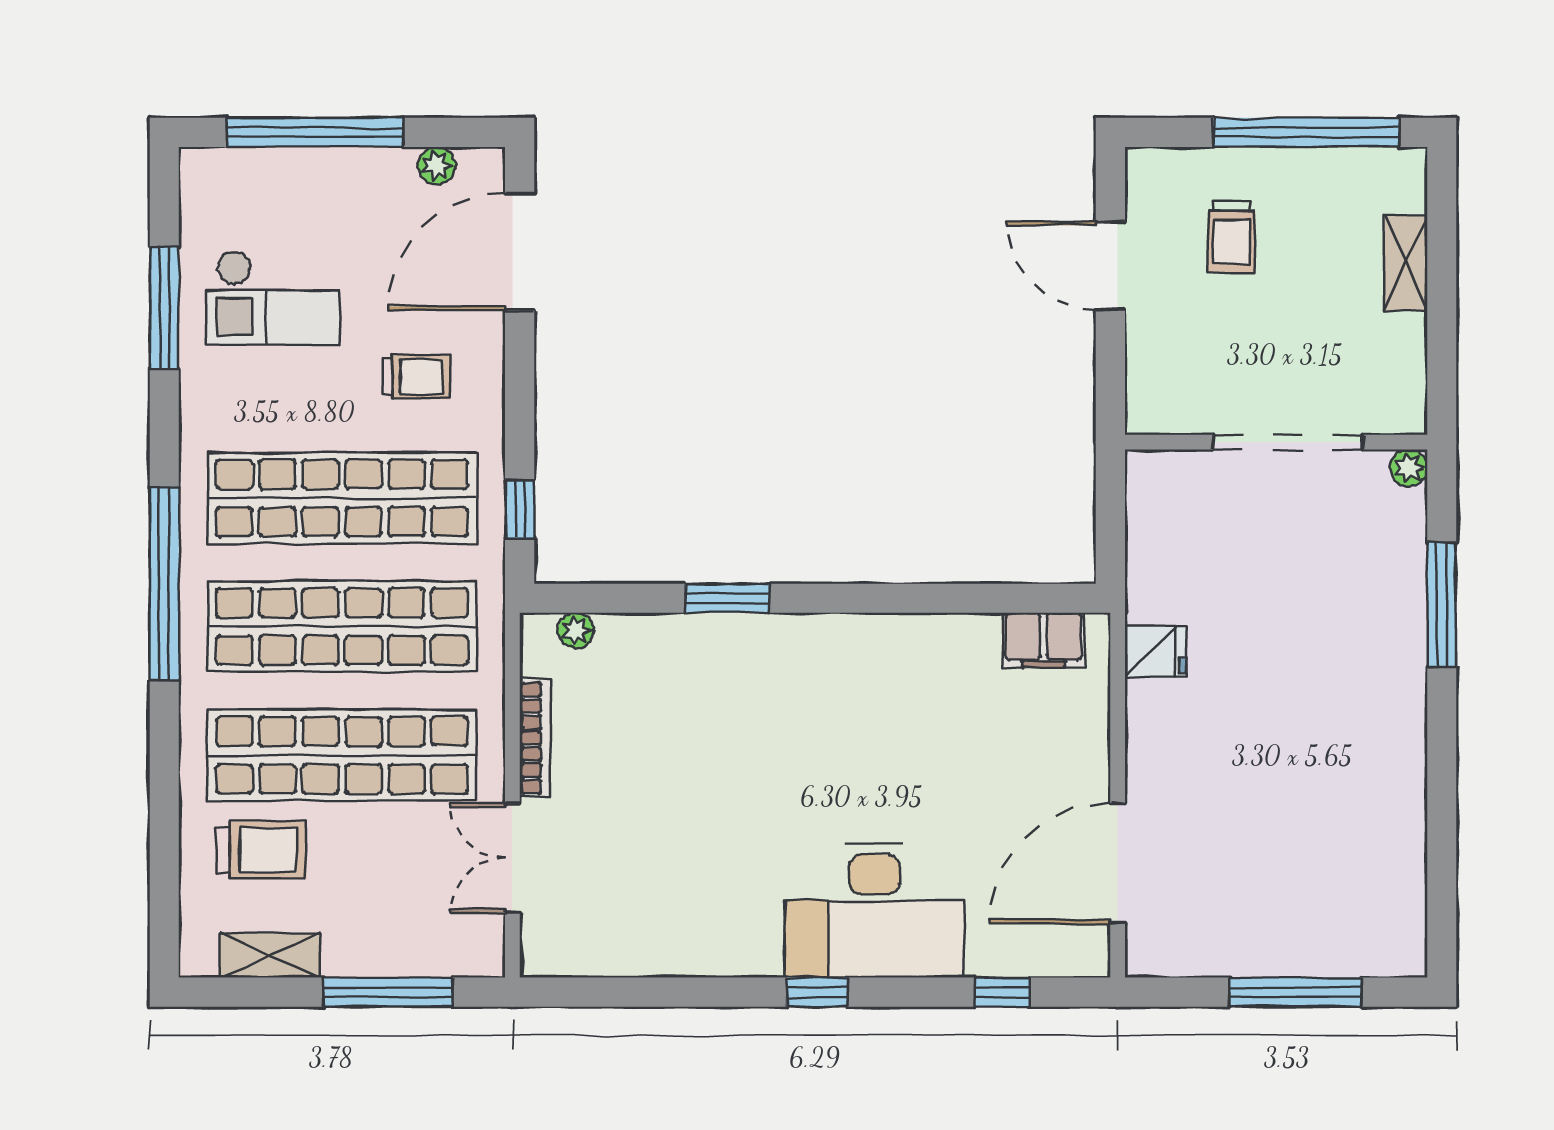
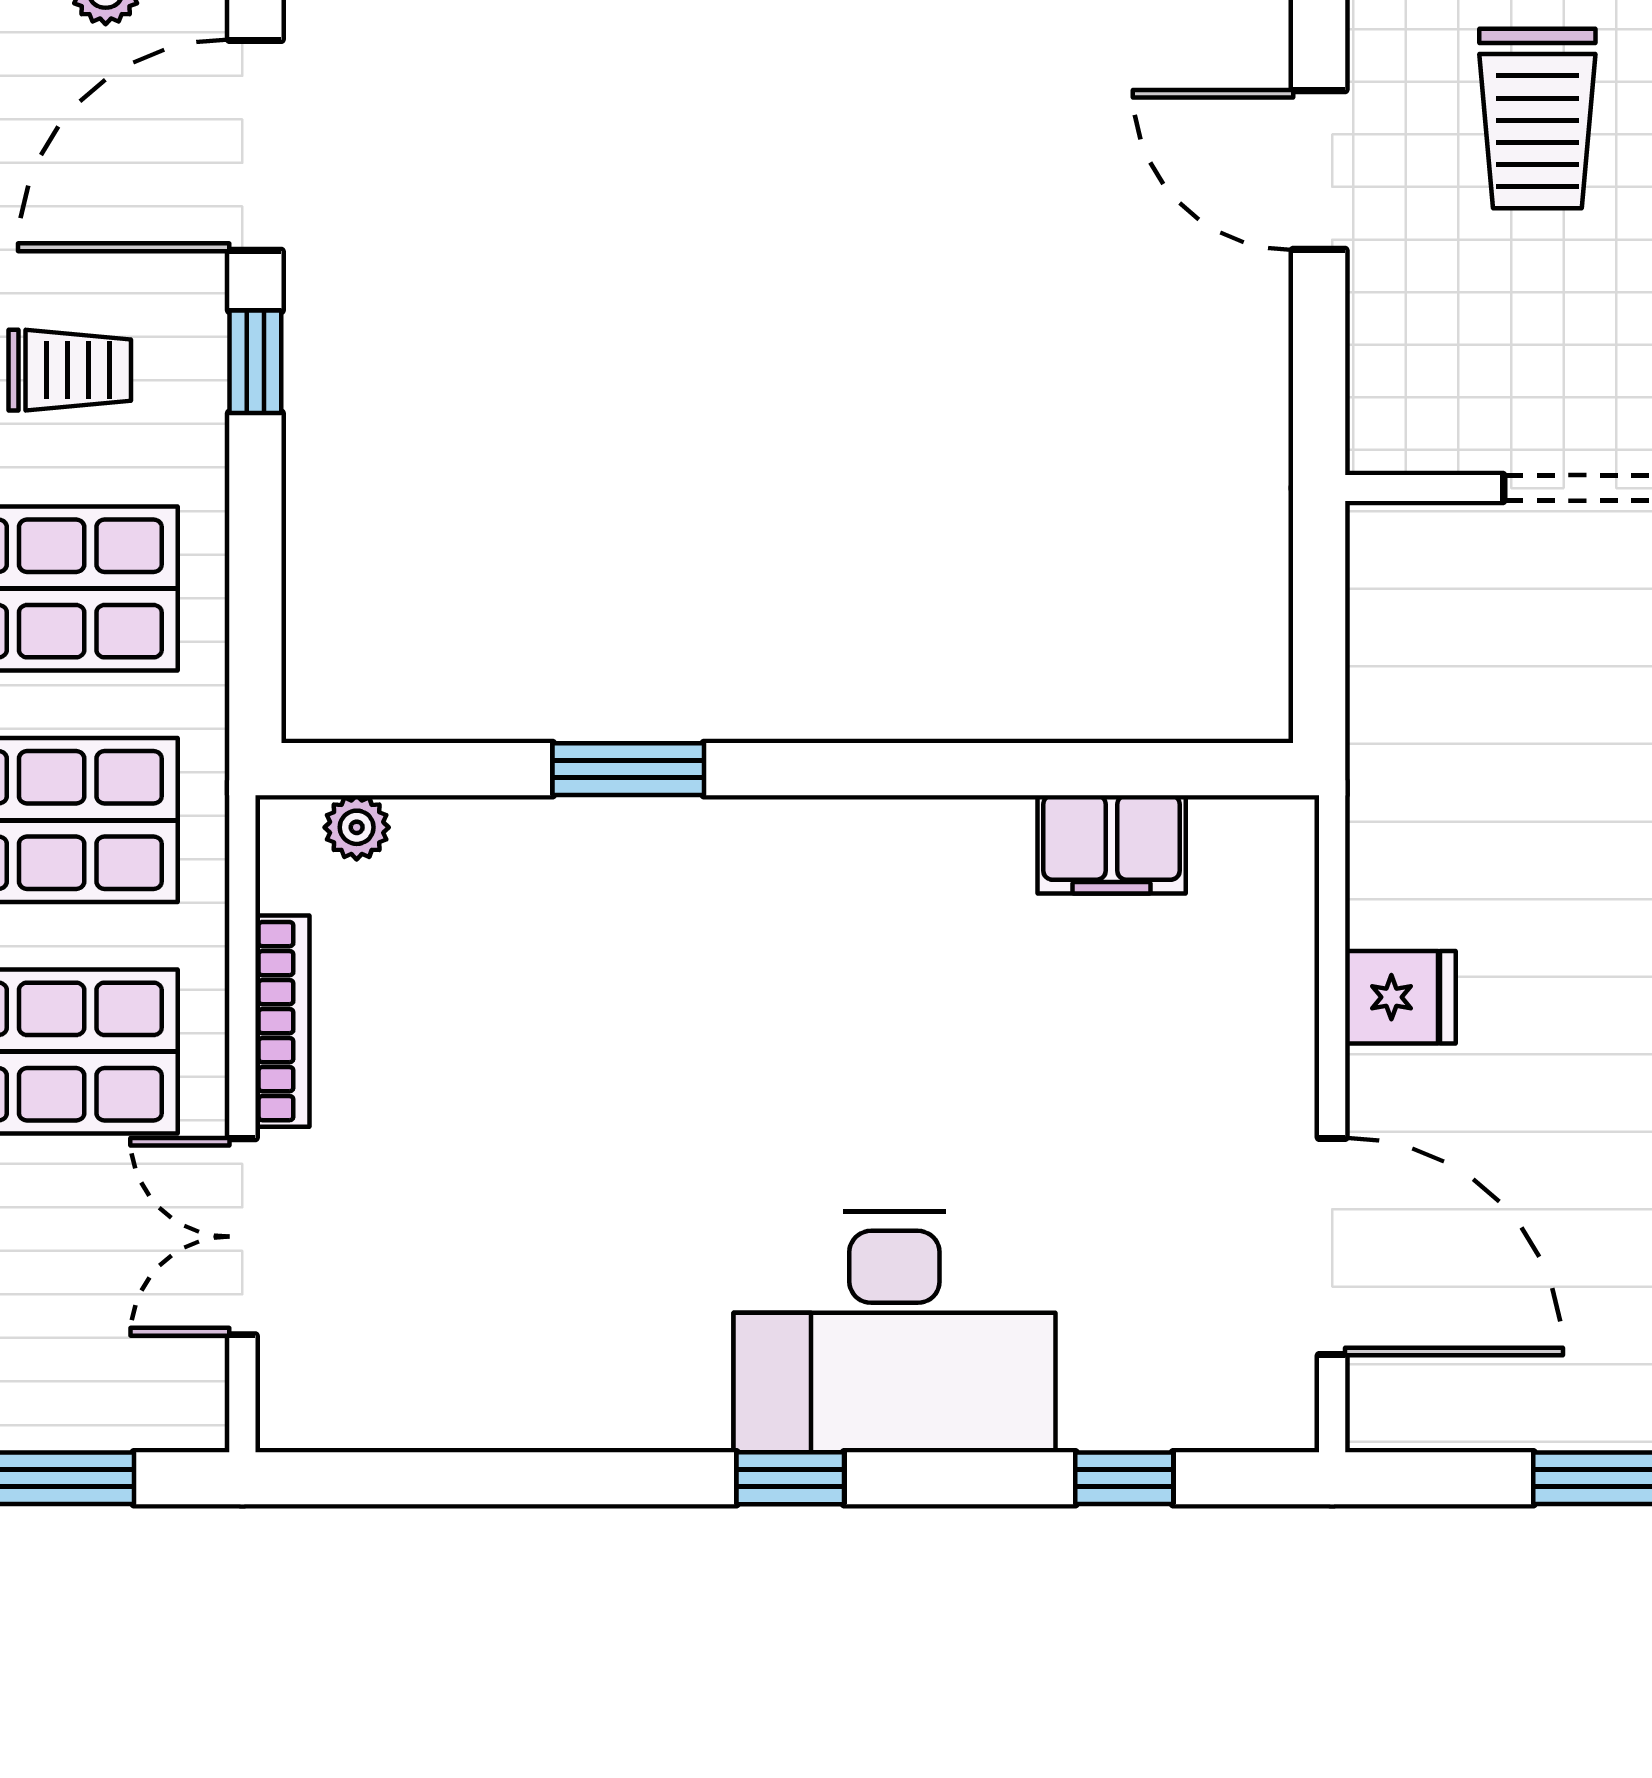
trolley: (1232, 237) -> (1537, 119), width x1.36, depth x1.39
window: (520, 509) -> (255, 362), moved
filing cabinet: (1044, 640) -> (1112, 844), moved
fridge: (1156, 652) -> (1400, 997), moved
door: (1118, 863) -> (1332, 1247), swing flipped

